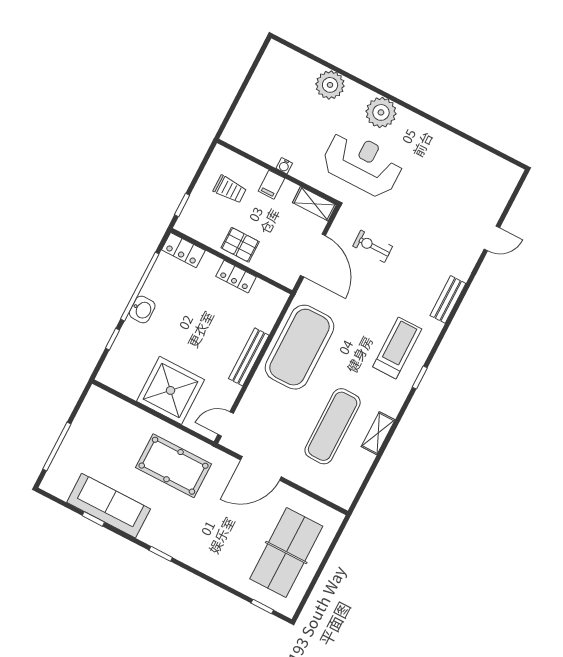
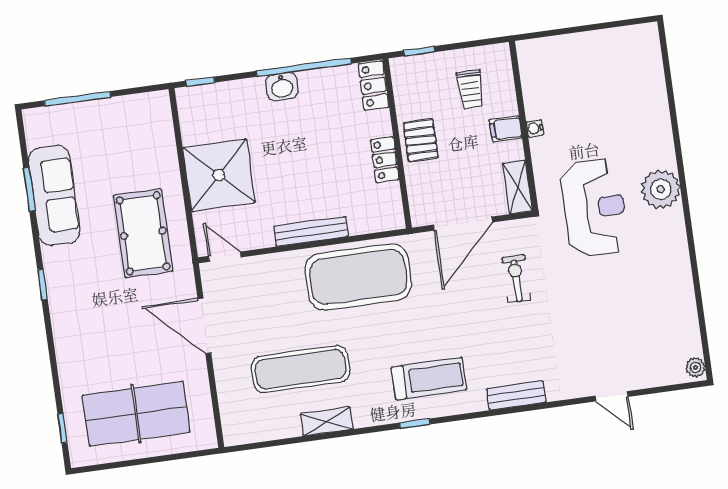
plant: (330, 85) -> (695, 368), moved, width x0.53, depth x0.53
window: (113, 339) -> (200, 82), moved
window: (93, 519) -> (29, 189), width x1.50

